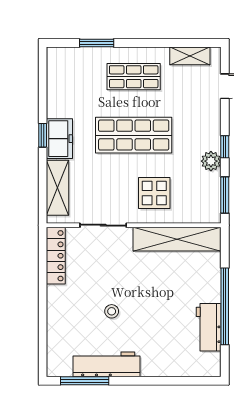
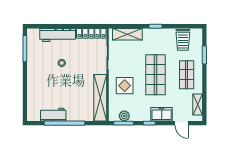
trolley: (68, 84) -> (183, 40), added
freezer: (59, 139) -> (162, 114), moved, turned 180
plant: (211, 161) -> (124, 116), moved
workbench: (106, 364) -> (58, 35), moved, turned 90

